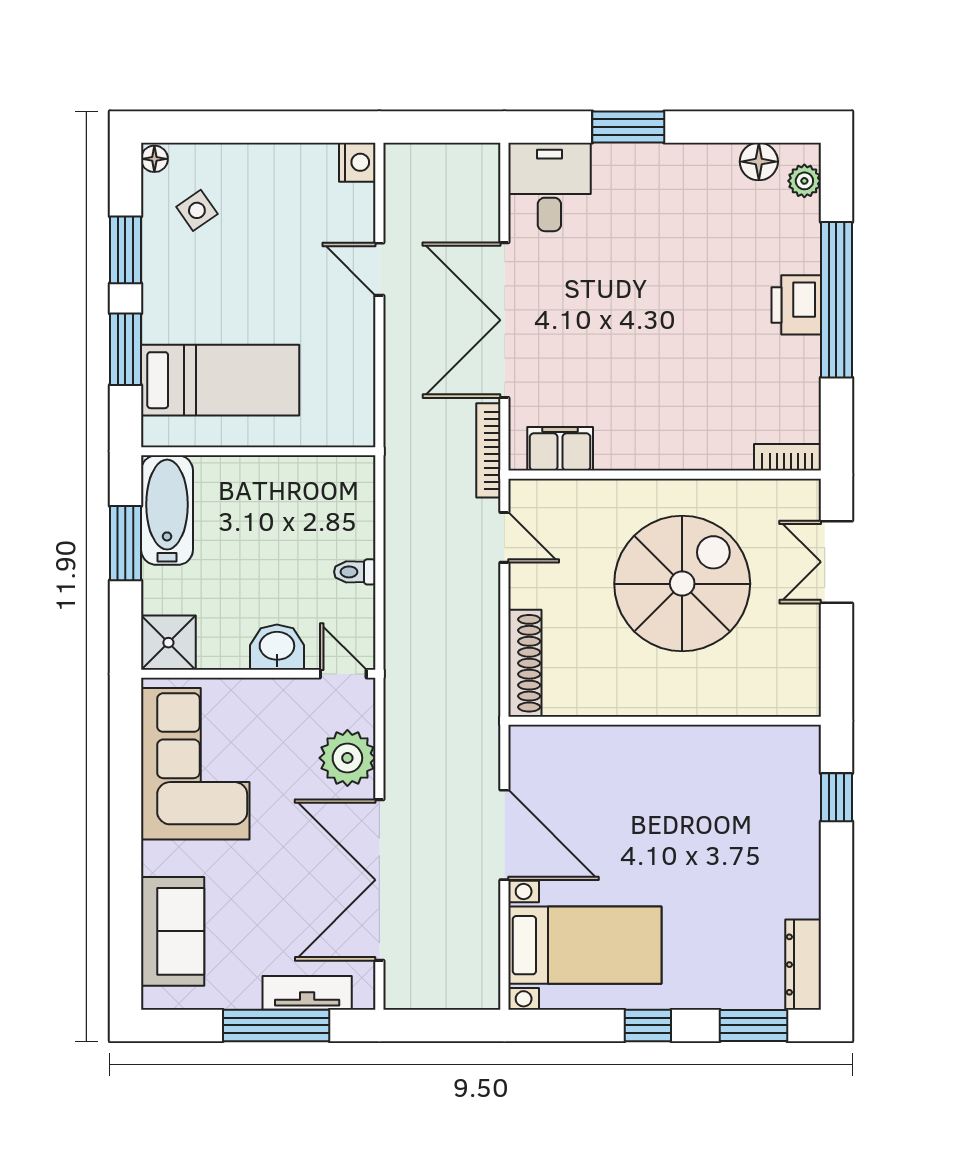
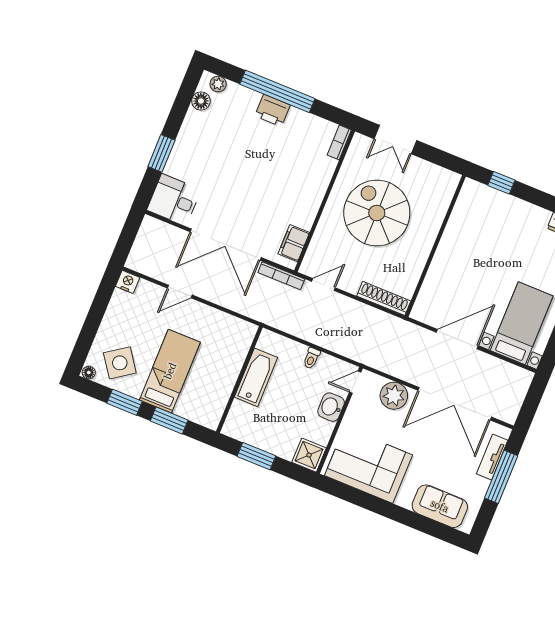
side table: (197, 210) -> (120, 363), width x1.87, depth x1.87
bed: (220, 380) -> (170, 371), moved
bathtub: (167, 510) -> (256, 377), moved, turned 90

